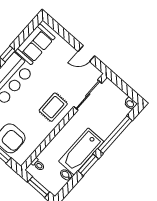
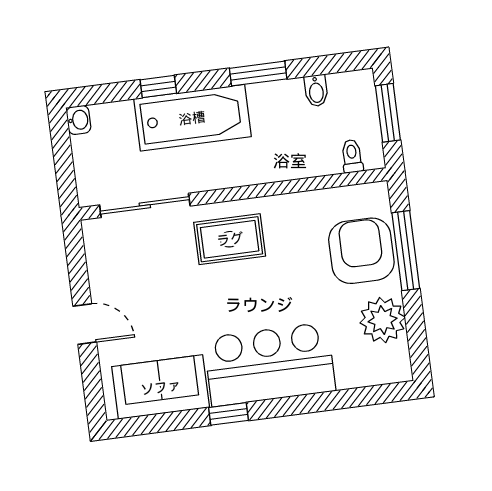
door: (86, 54) -> (85, 324), moved
window: (115, 135) -> (158, 86), width x0.32
bathtub: (81, 151) -> (192, 118), moved

